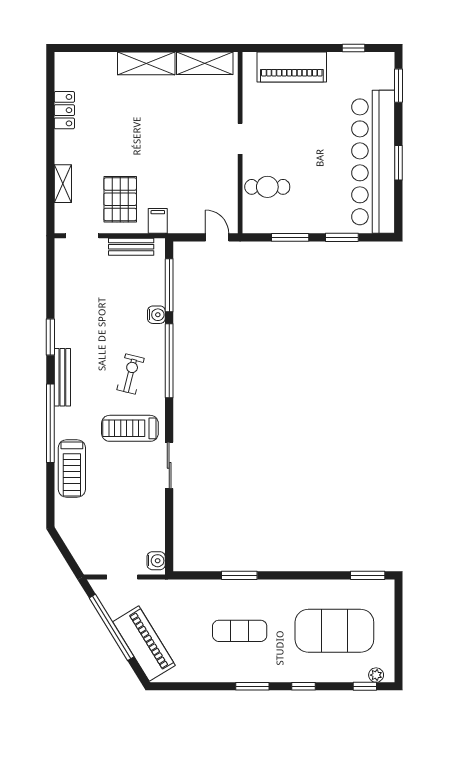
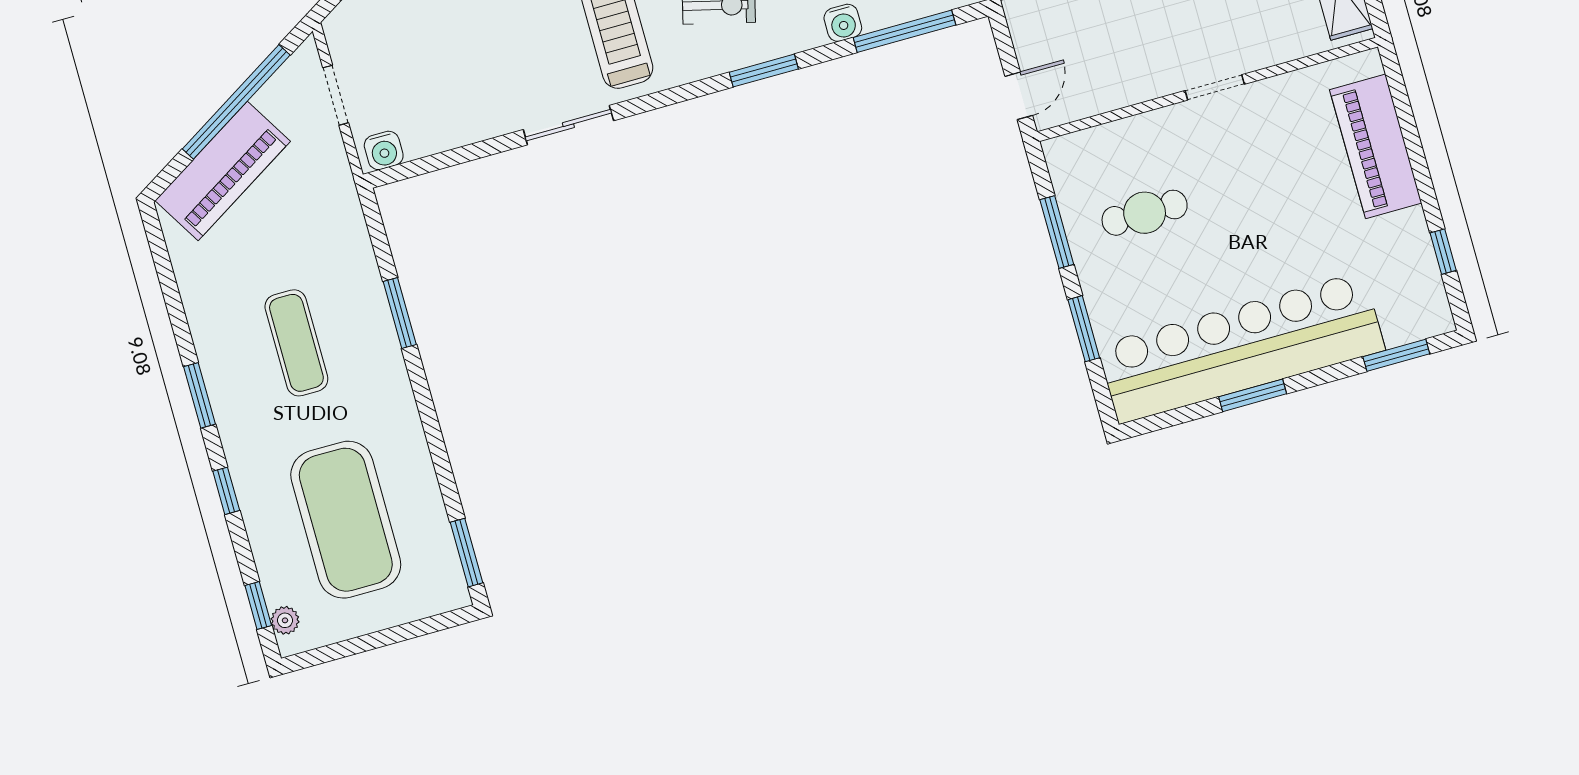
cafe table: (267, 187) -> (1145, 213), moved, turned 90
window: (169, 361) -> (764, 71), width x0.47

